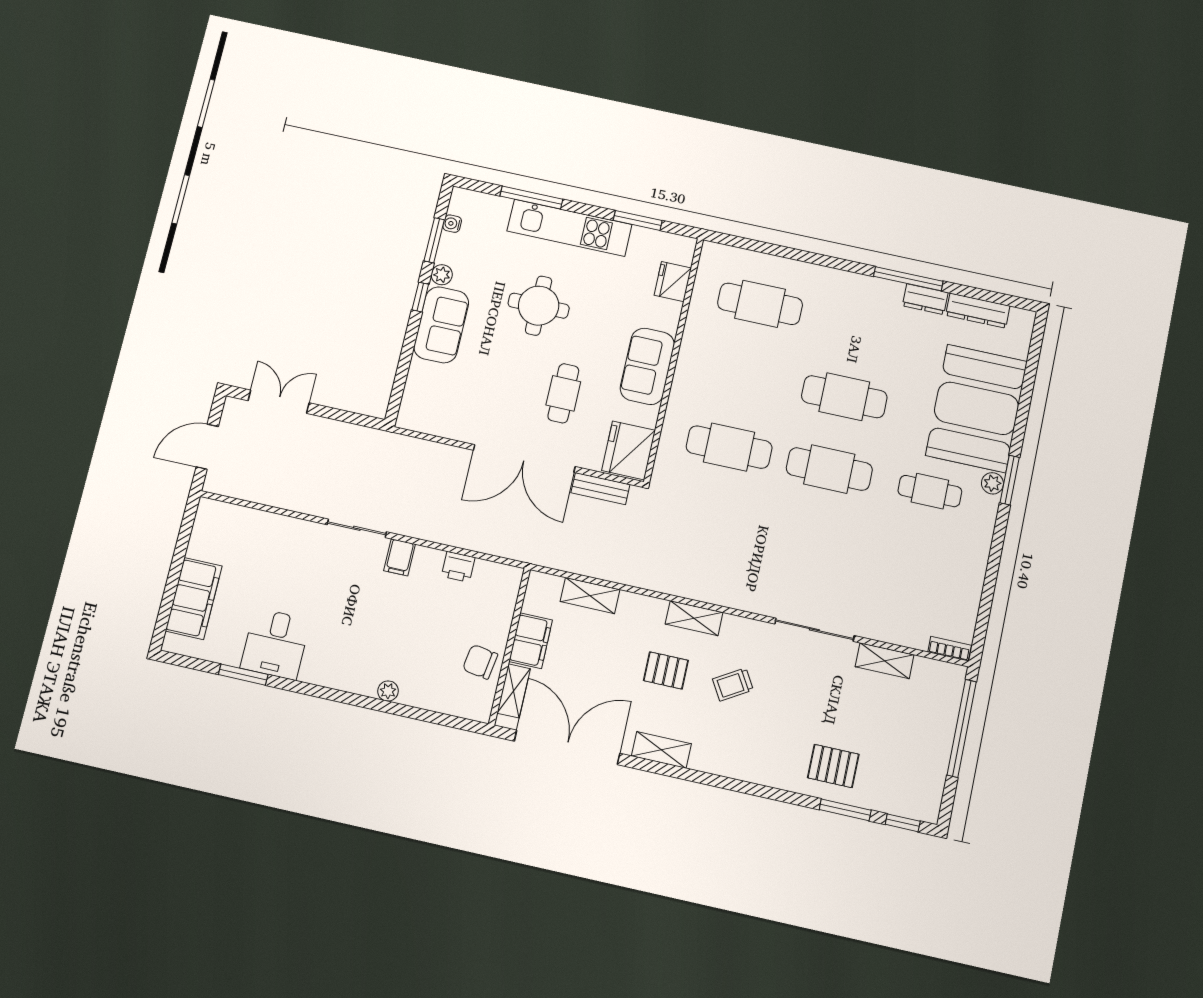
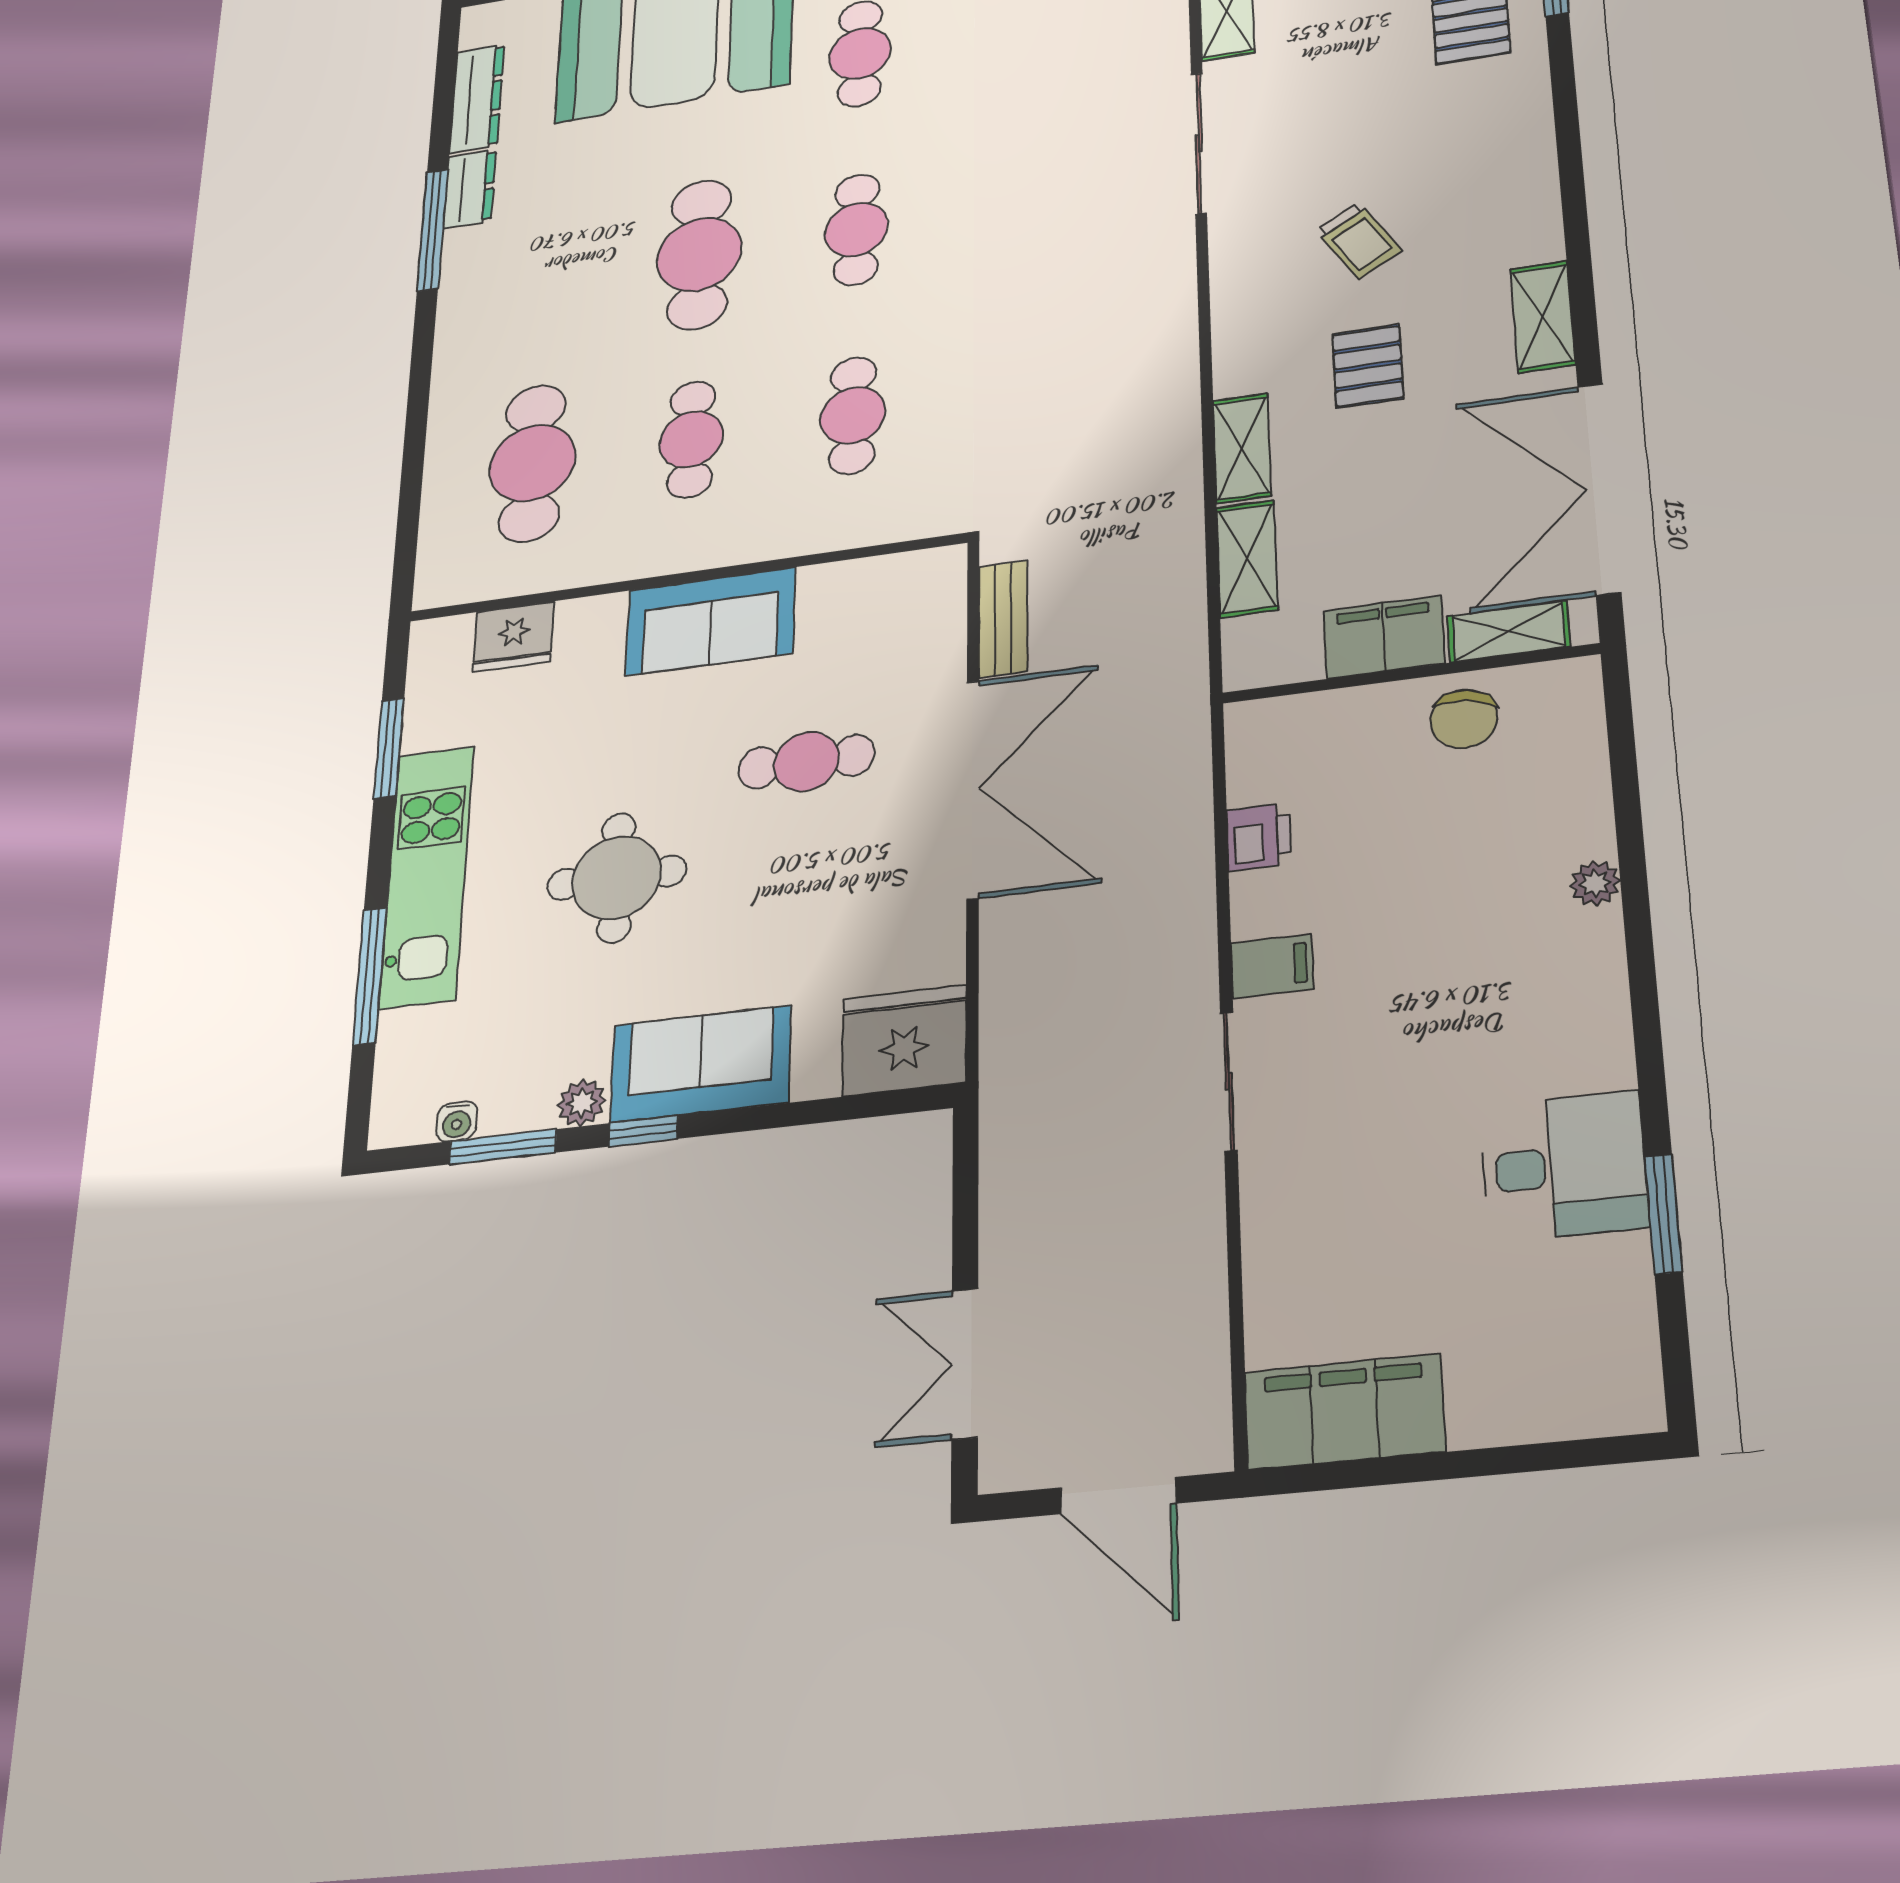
cafe table: (745, 375) -> (691, 439), added
cafe table: (729, 447) -> (853, 415), width x0.73, depth x0.74
fridge: (629, 450) -> (904, 1040), moved, turned 180
cafe table: (829, 469) -> (856, 230), width x0.73, depth x0.74
filing cabinet: (194, 598) -> (1344, 1412), moved
shelving: (694, 618) -> (1242, 448), moved

